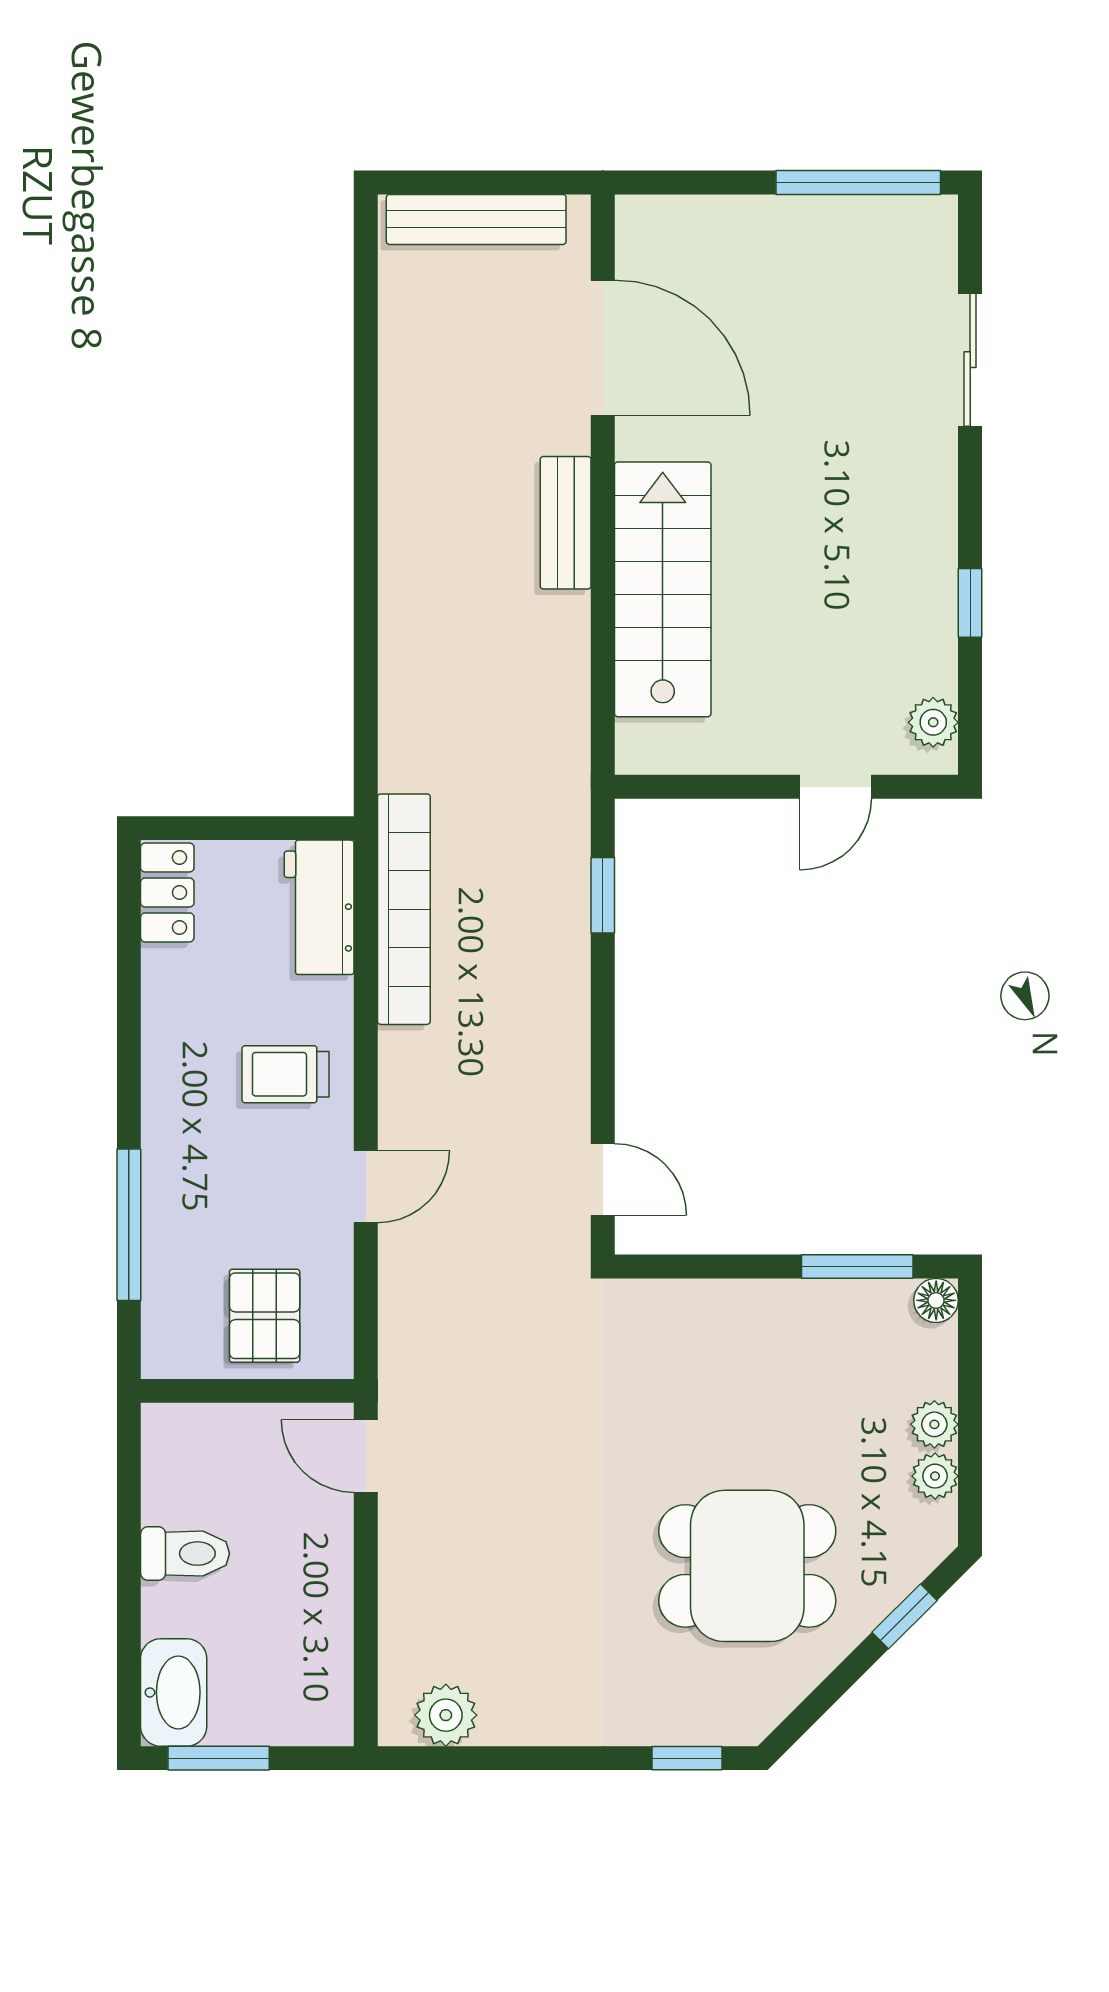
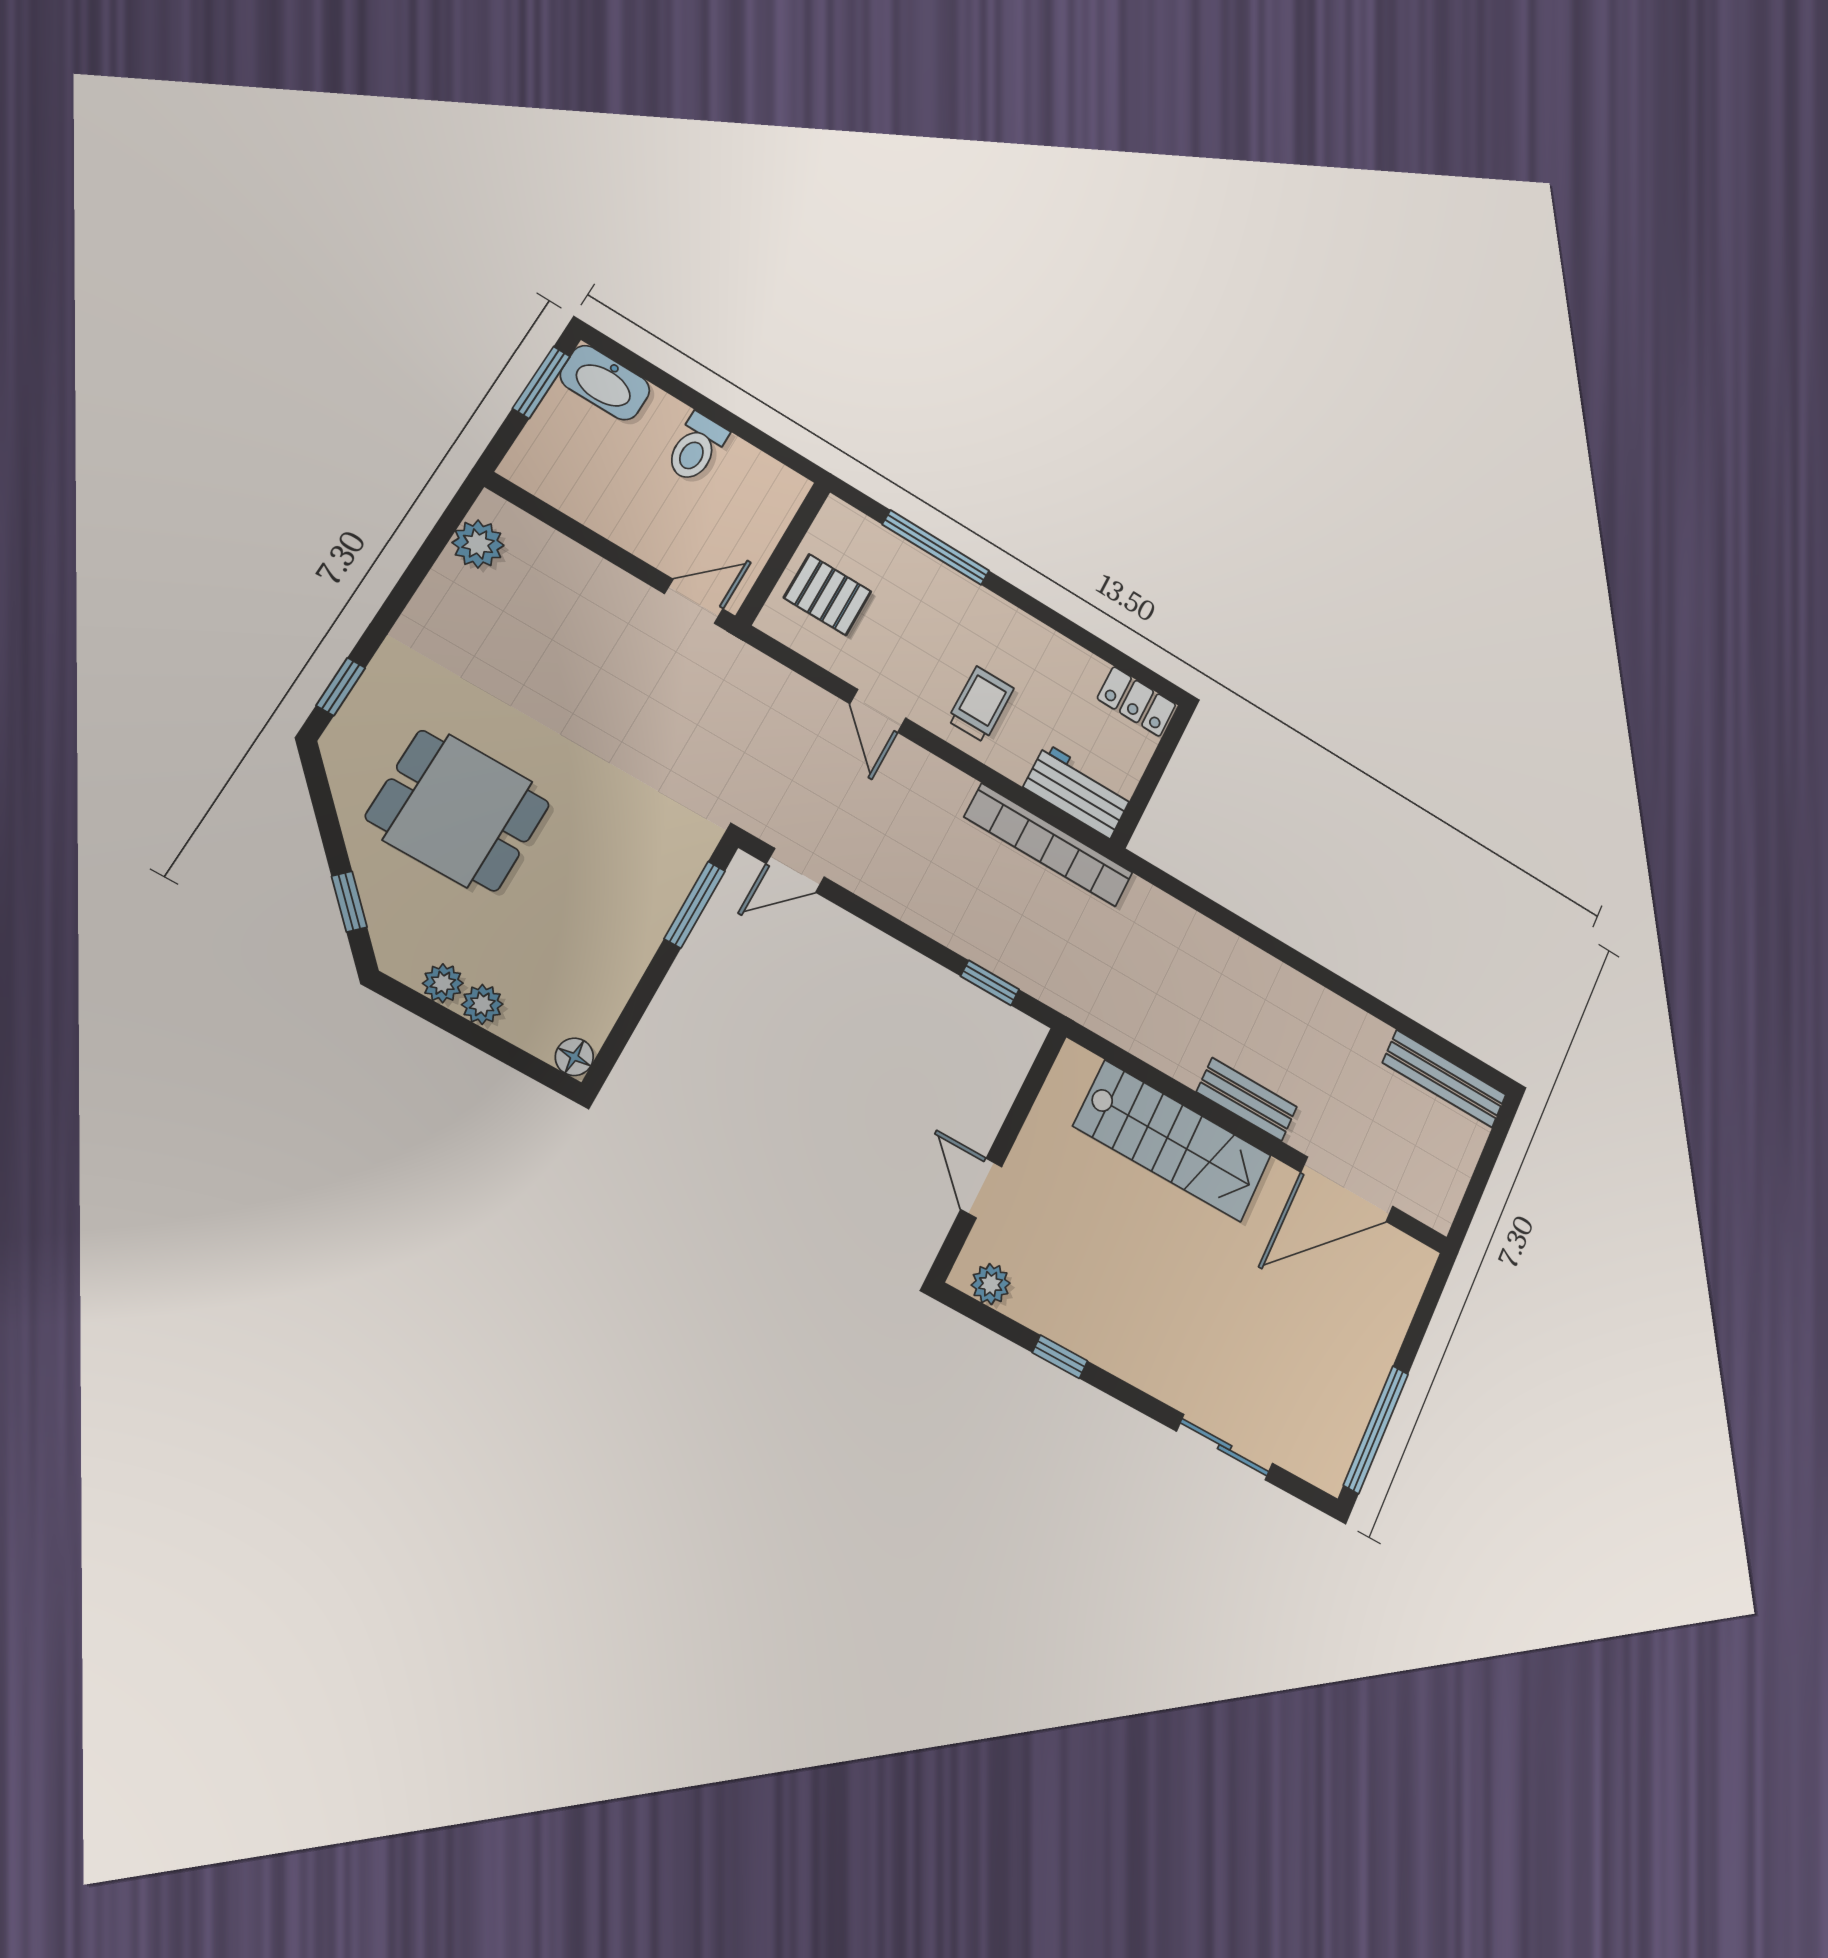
bench: (476, 219) -> (1444, 1079), moved, turned 90
window: (857, 1266) -> (695, 905), moved
dining table: (747, 1566) -> (458, 811), turned 90

